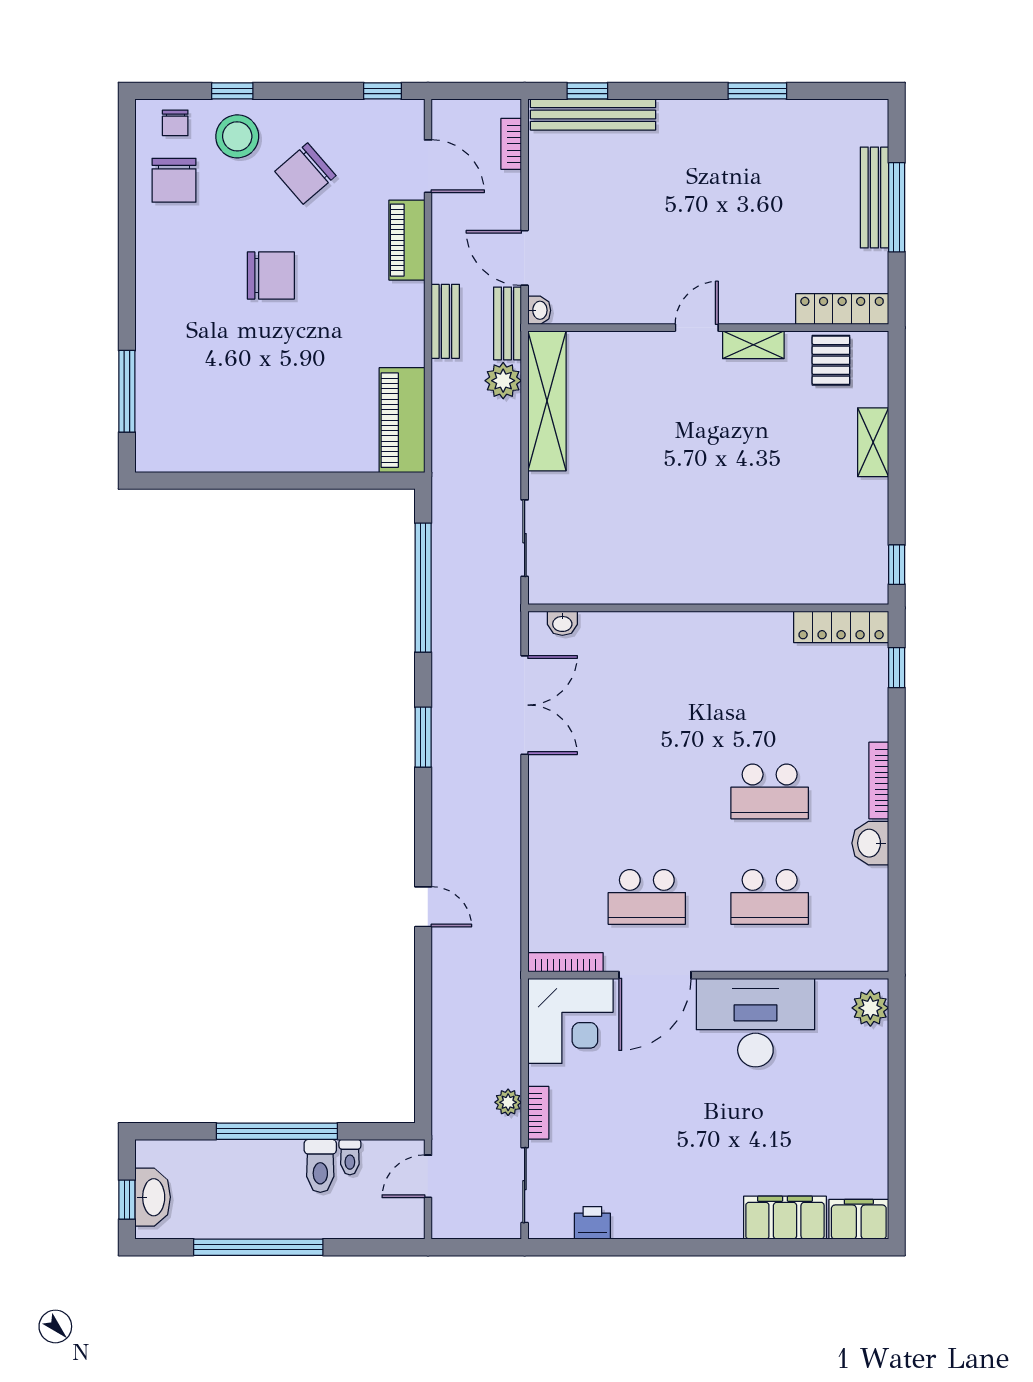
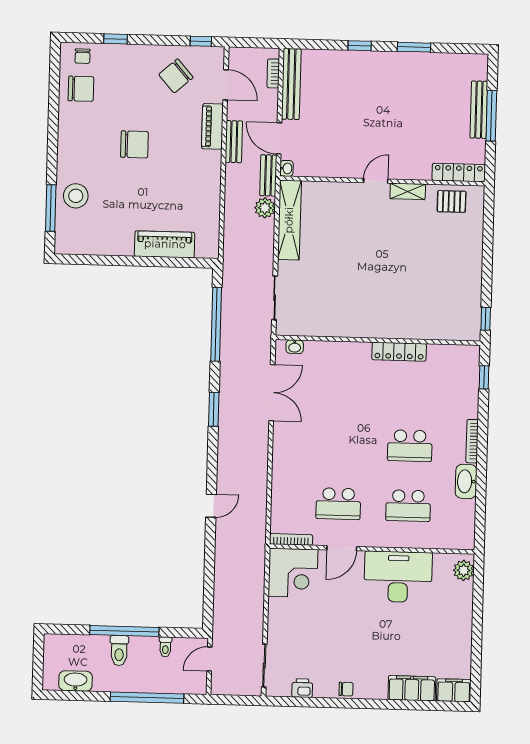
window: (587, 91) -> (360, 46), moved
bench: (593, 115) -> (291, 84), moved, turned 90
stool: (237, 136) -> (76, 196), moved
chair: (305, 174) -> (176, 76), moved
chair: (174, 180) -> (81, 89), turned -90
bench: (445, 321) -> (234, 142), moved
pallet: (831, 360) -> (452, 201), turned 90
piano: (402, 420) -> (165, 244), moved, turned 90
shelving: (873, 442) -> (474, 249), removed
locker: (841, 627) -> (399, 352), moved
washbasin: (870, 843) -> (466, 481), width x1.38
door: (423, 907) -> (211, 506), hinge flipped
door: (655, 975) -> (342, 548), width x0.73
plant: (508, 1102) -> (256, 618), removed
bookcase: (538, 1113) -> (273, 625), removed
toilet: (320, 1166) -> (119, 651), moved
washbasin: (153, 1197) -> (76, 681), moved, turned -90
window: (127, 1200) -> (38, 667), removed
chair: (669, 1222) -> (346, 689), added
window: (258, 1247) -> (147, 698), moved

